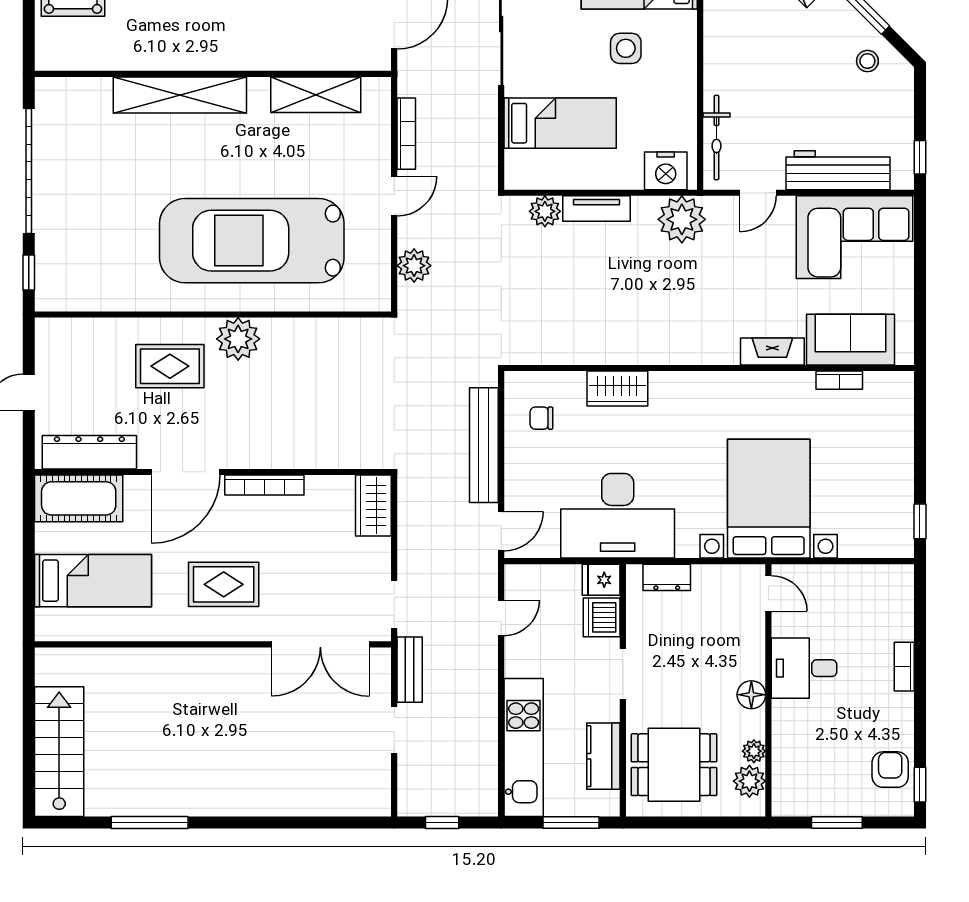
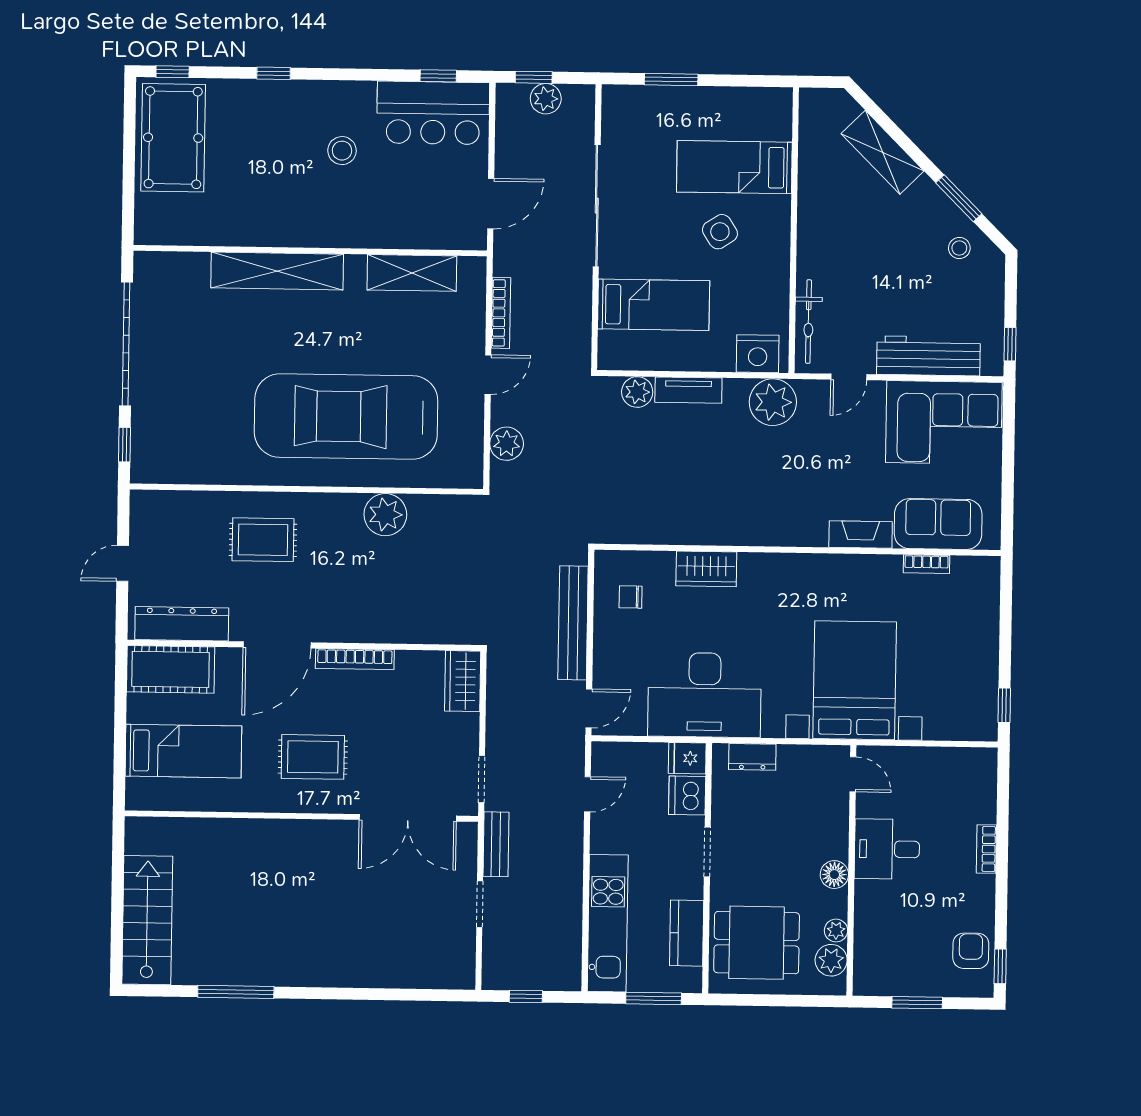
side table: (626, 48) -> (720, 232), turned -33
plant: (238, 339) -> (385, 515), moved

